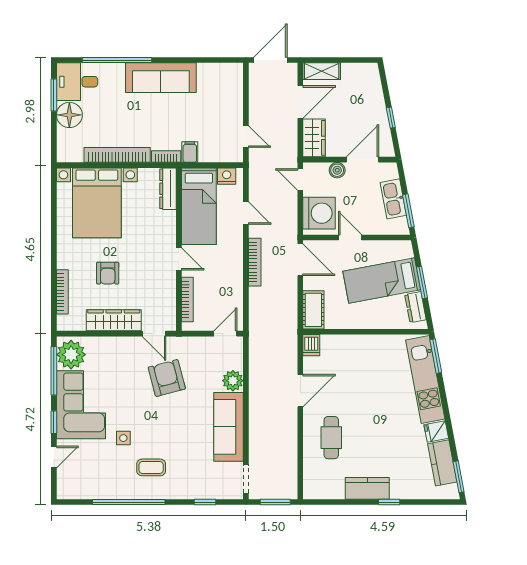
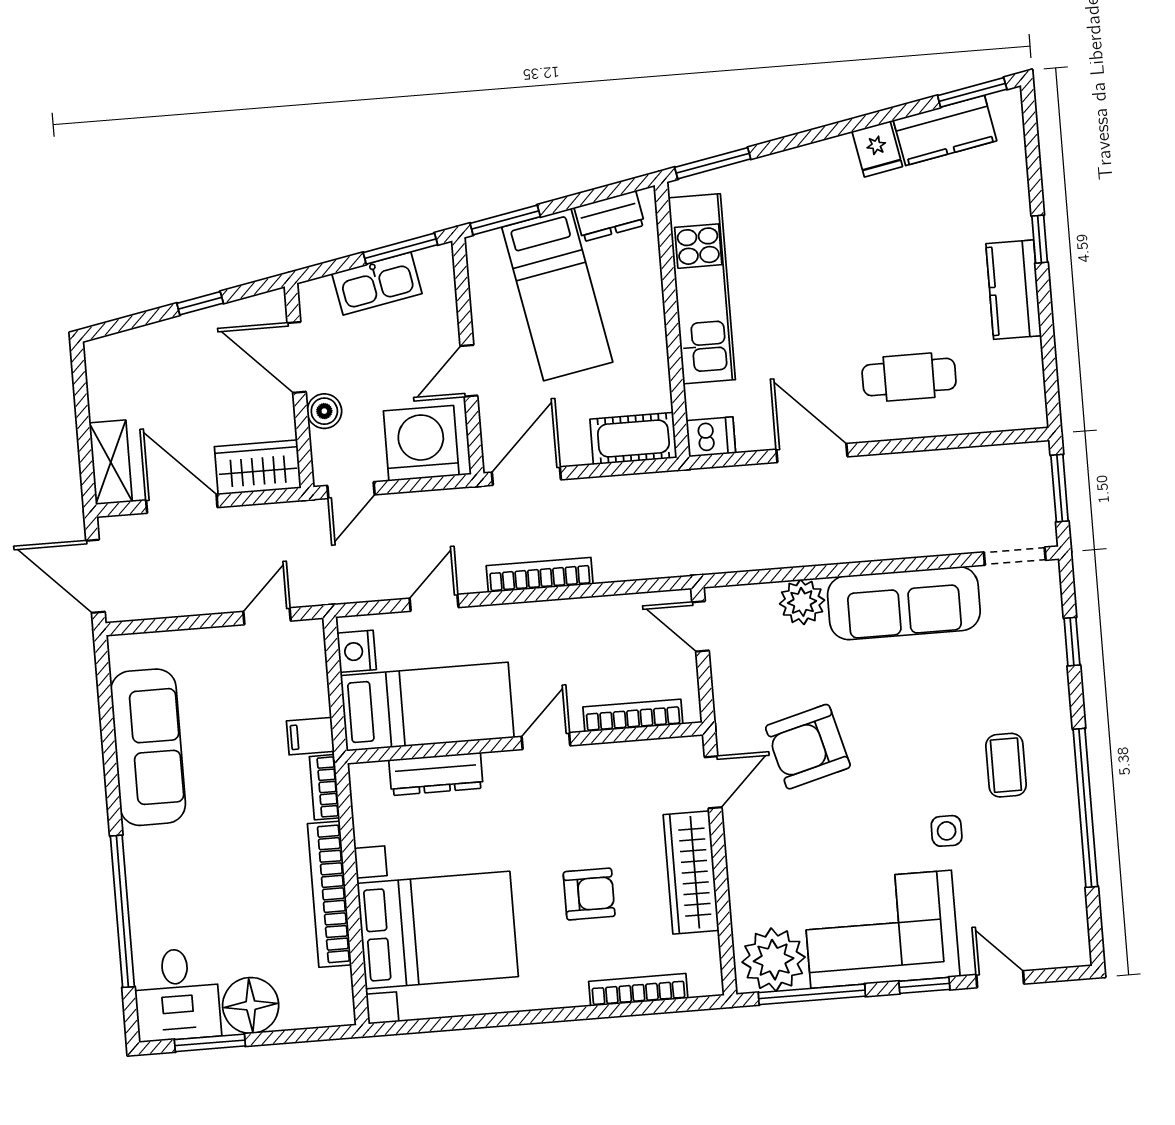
sofa: (161, 78) -> (148, 747), moved
dresser: (168, 189) -> (436, 774), moved
window: (422, 283) -> (505, 220), moved
kitchen unit: (425, 379) -> (702, 289), moved, turned -79

